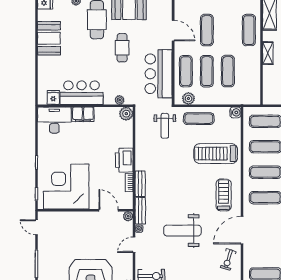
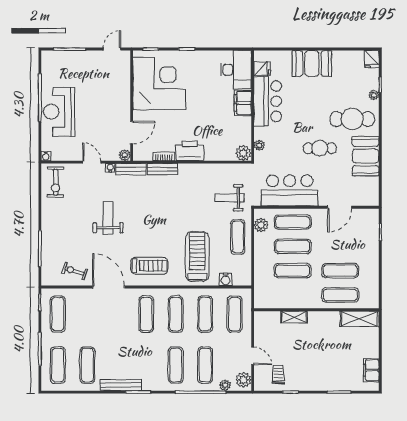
exercise mat: (207, 30) -> (340, 271), moved
booth: (49, 38) -> (312, 63), moved
shelving: (268, 53) -> (294, 317), moved
water cooler: (235, 112) -> (226, 279), moved
weight bench: (182, 231) -> (108, 218), width x0.73, depth x0.75

